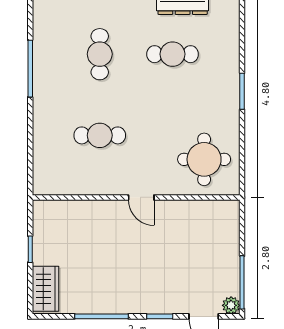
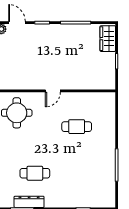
cafe table: (100, 54) -> (77, 173), removed
door: (141, 197) -> (53, 91), swing flipped

